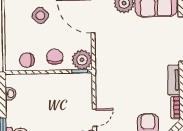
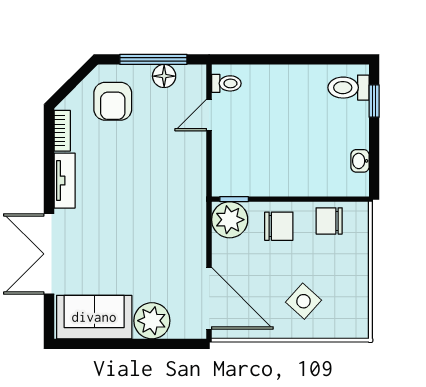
chair: (55, 57) -> (279, 226), turned -90
chair: (27, 60) -> (329, 221), turned 180

